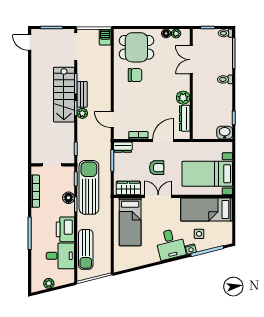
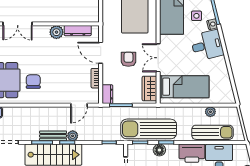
plant: (106, 247) -> (210, 112), added

